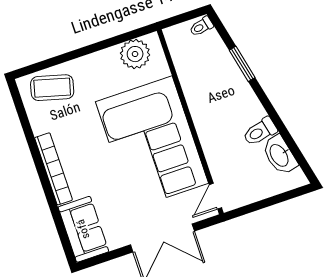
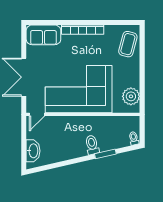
toilet: (260, 132) -> (92, 145), moved
washbasin: (280, 155) -> (33, 151), moved, turned 103
door: (216, 196) -> (37, 114), swing flipped

